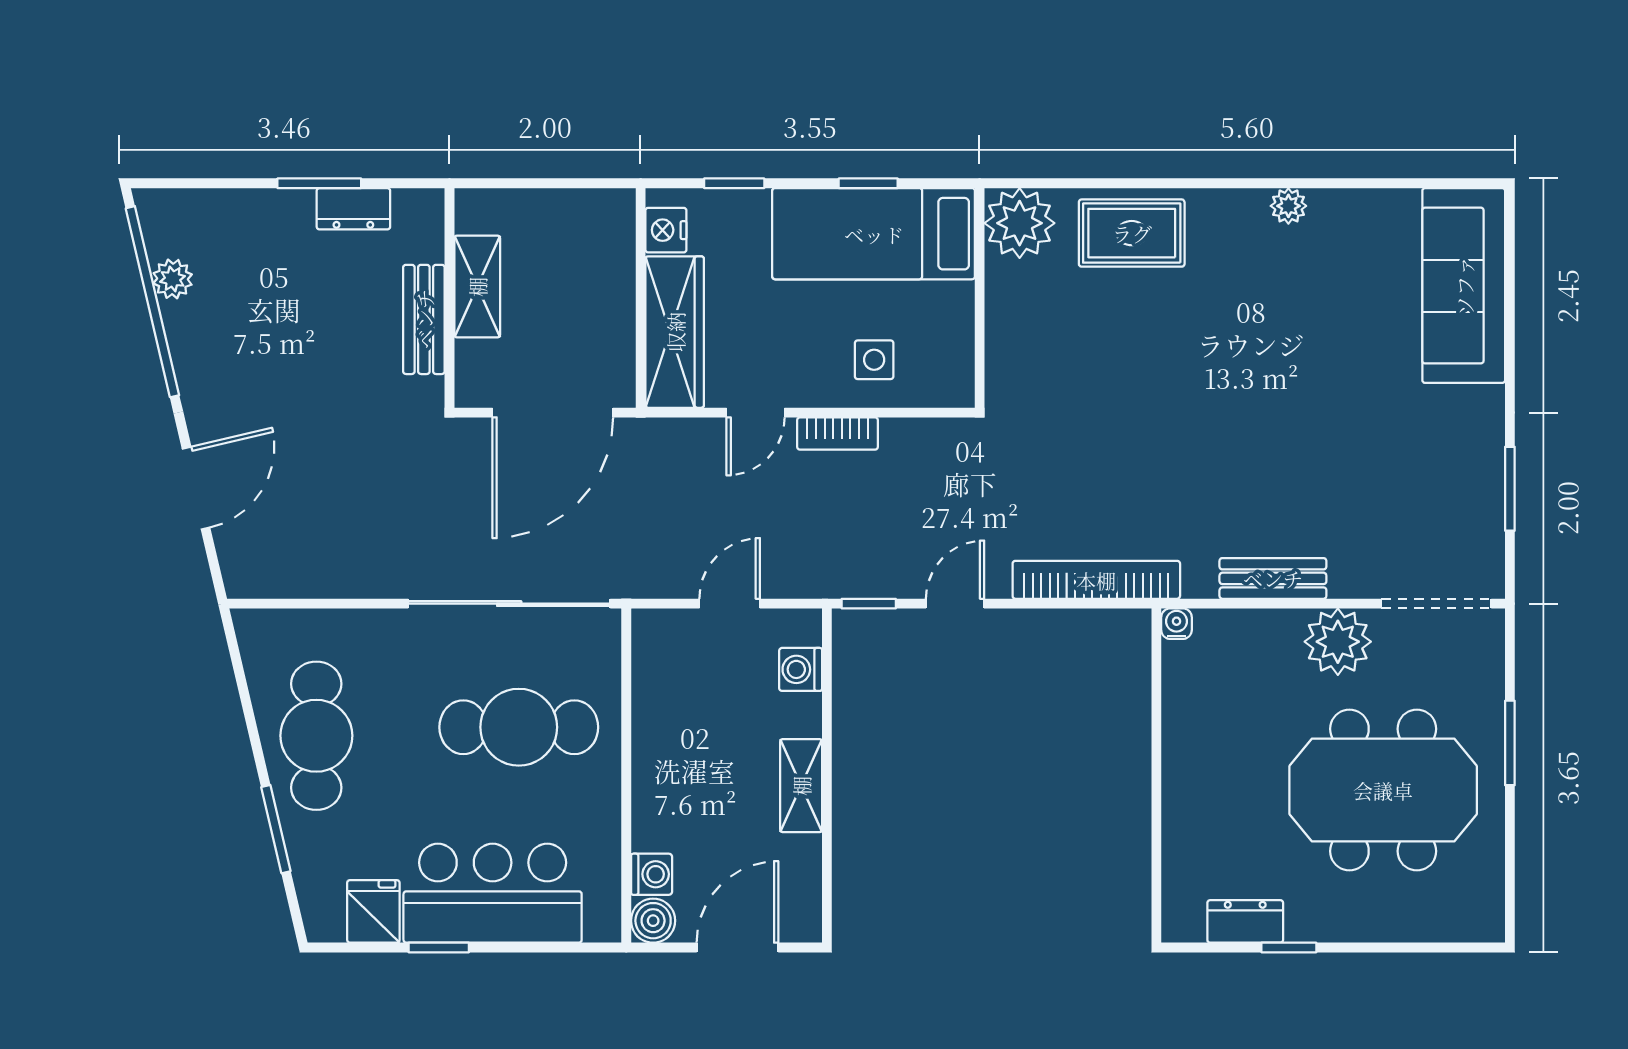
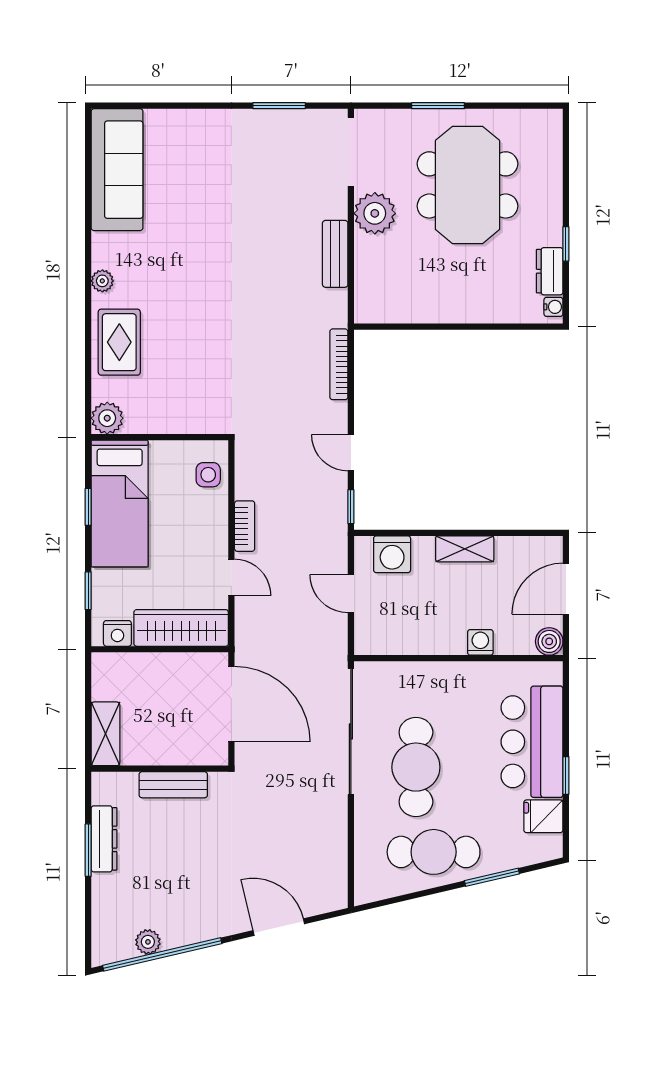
plant: (1288, 206) -> (102, 281), moved
dresser: (353, 209) -> (104, 839), width x1.44
plant: (1020, 223) -> (107, 418), width x0.73, depth x0.73
sofa: (1464, 286) -> (117, 170), moved, turned -90
shelving: (477, 287) -> (105, 734), moved, turned 90
side table: (874, 360) -> (208, 475), moved
bookcase: (1096, 580) -> (339, 364), width x0.68, depth x0.76
water cooler: (1176, 624) -> (553, 307), moved, turned 180
washing machine: (801, 669) -> (392, 554), width x1.38, depth x1.38
cafe table: (519, 727) -> (416, 767), moved
washing machine: (652, 874) -> (480, 642), moved
door: (737, 948) -> (566, 589), hinge flipped

